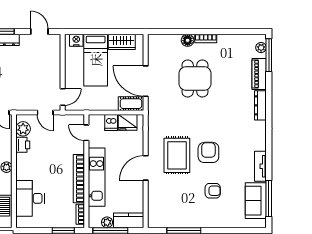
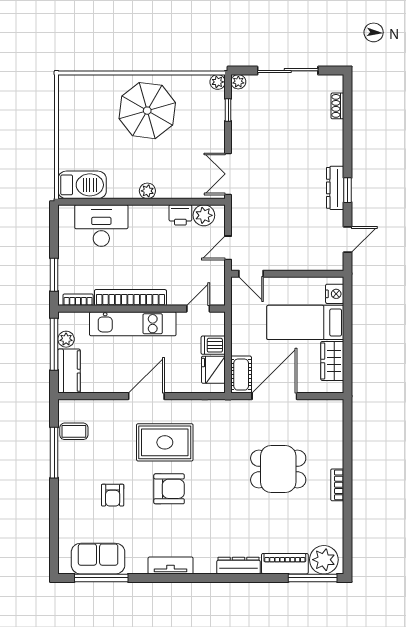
floor lamp: (188, 40) -> (335, 458), removed
plant: (261, 48) -> (324, 560), width x1.88, depth x1.88
tv unit: (260, 166) -> (171, 565), moved
door: (146, 168) -> (146, 396), hinge flipped
coffee table: (169, 217) -> (74, 431), added

